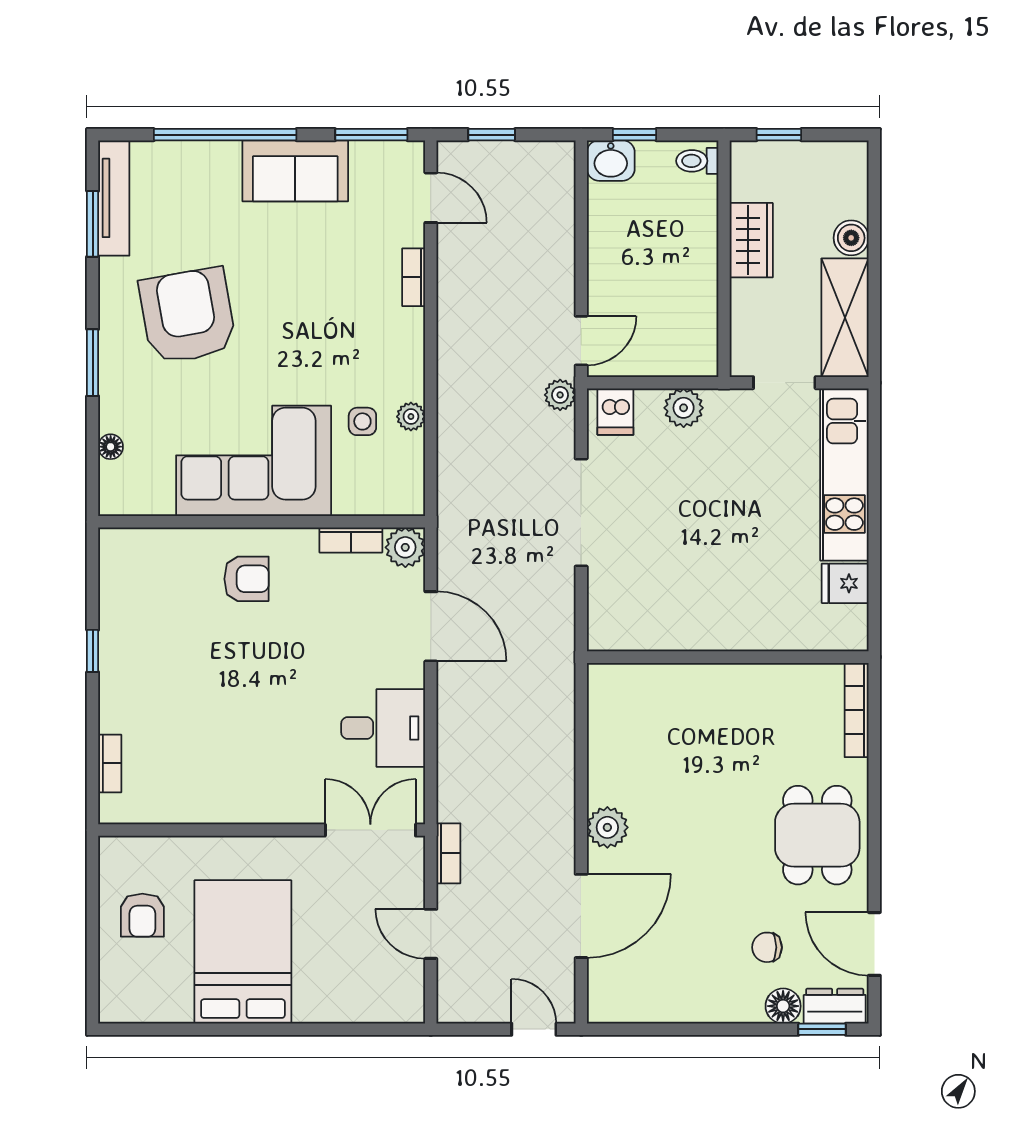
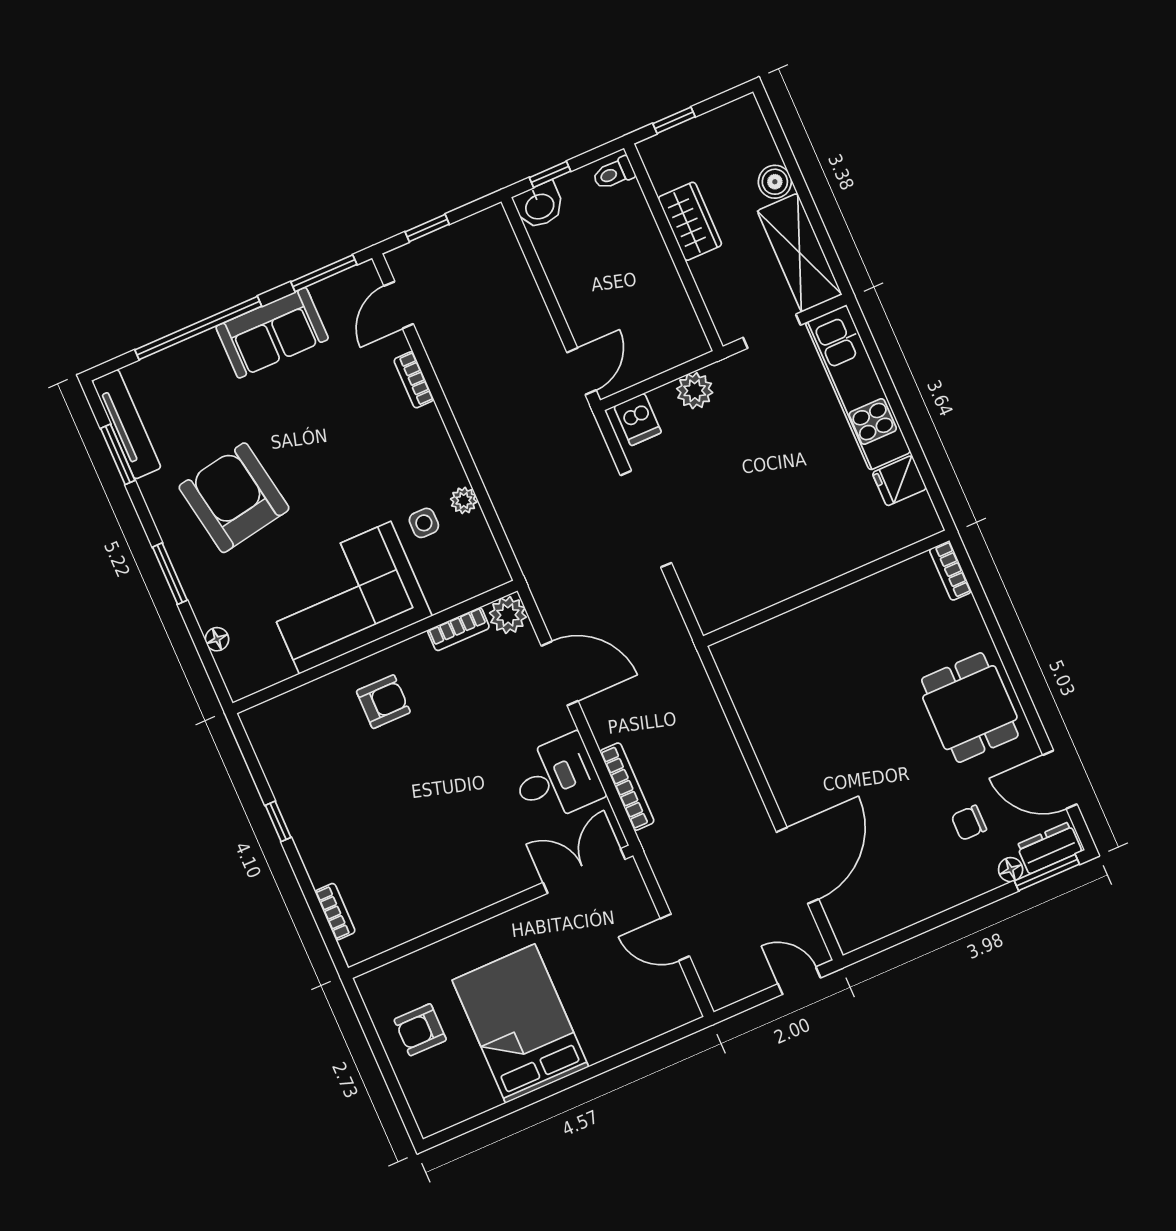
door: (431, 198) -> (399, 305), swing flipped
plant: (560, 395) -> (584, 426), removed
bookcase: (857, 710) -> (950, 571), width x0.64
plant: (607, 827) -> (787, 780), removed
bookcase: (448, 853) -> (627, 787), moved, width x1.56
armchair: (142, 915) -> (420, 1030), turned 90
floor lamp: (783, 1006) -> (1011, 870), width x0.73, depth x0.73
window: (822, 1029) -> (1047, 873), width x1.50

